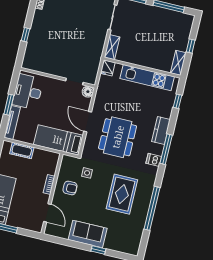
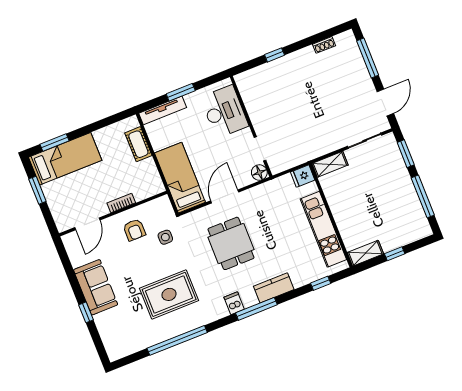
desk: (28, 92) -> (224, 112), moved, turned 90
dining table: (118, 137) -> (231, 243), width x0.73

